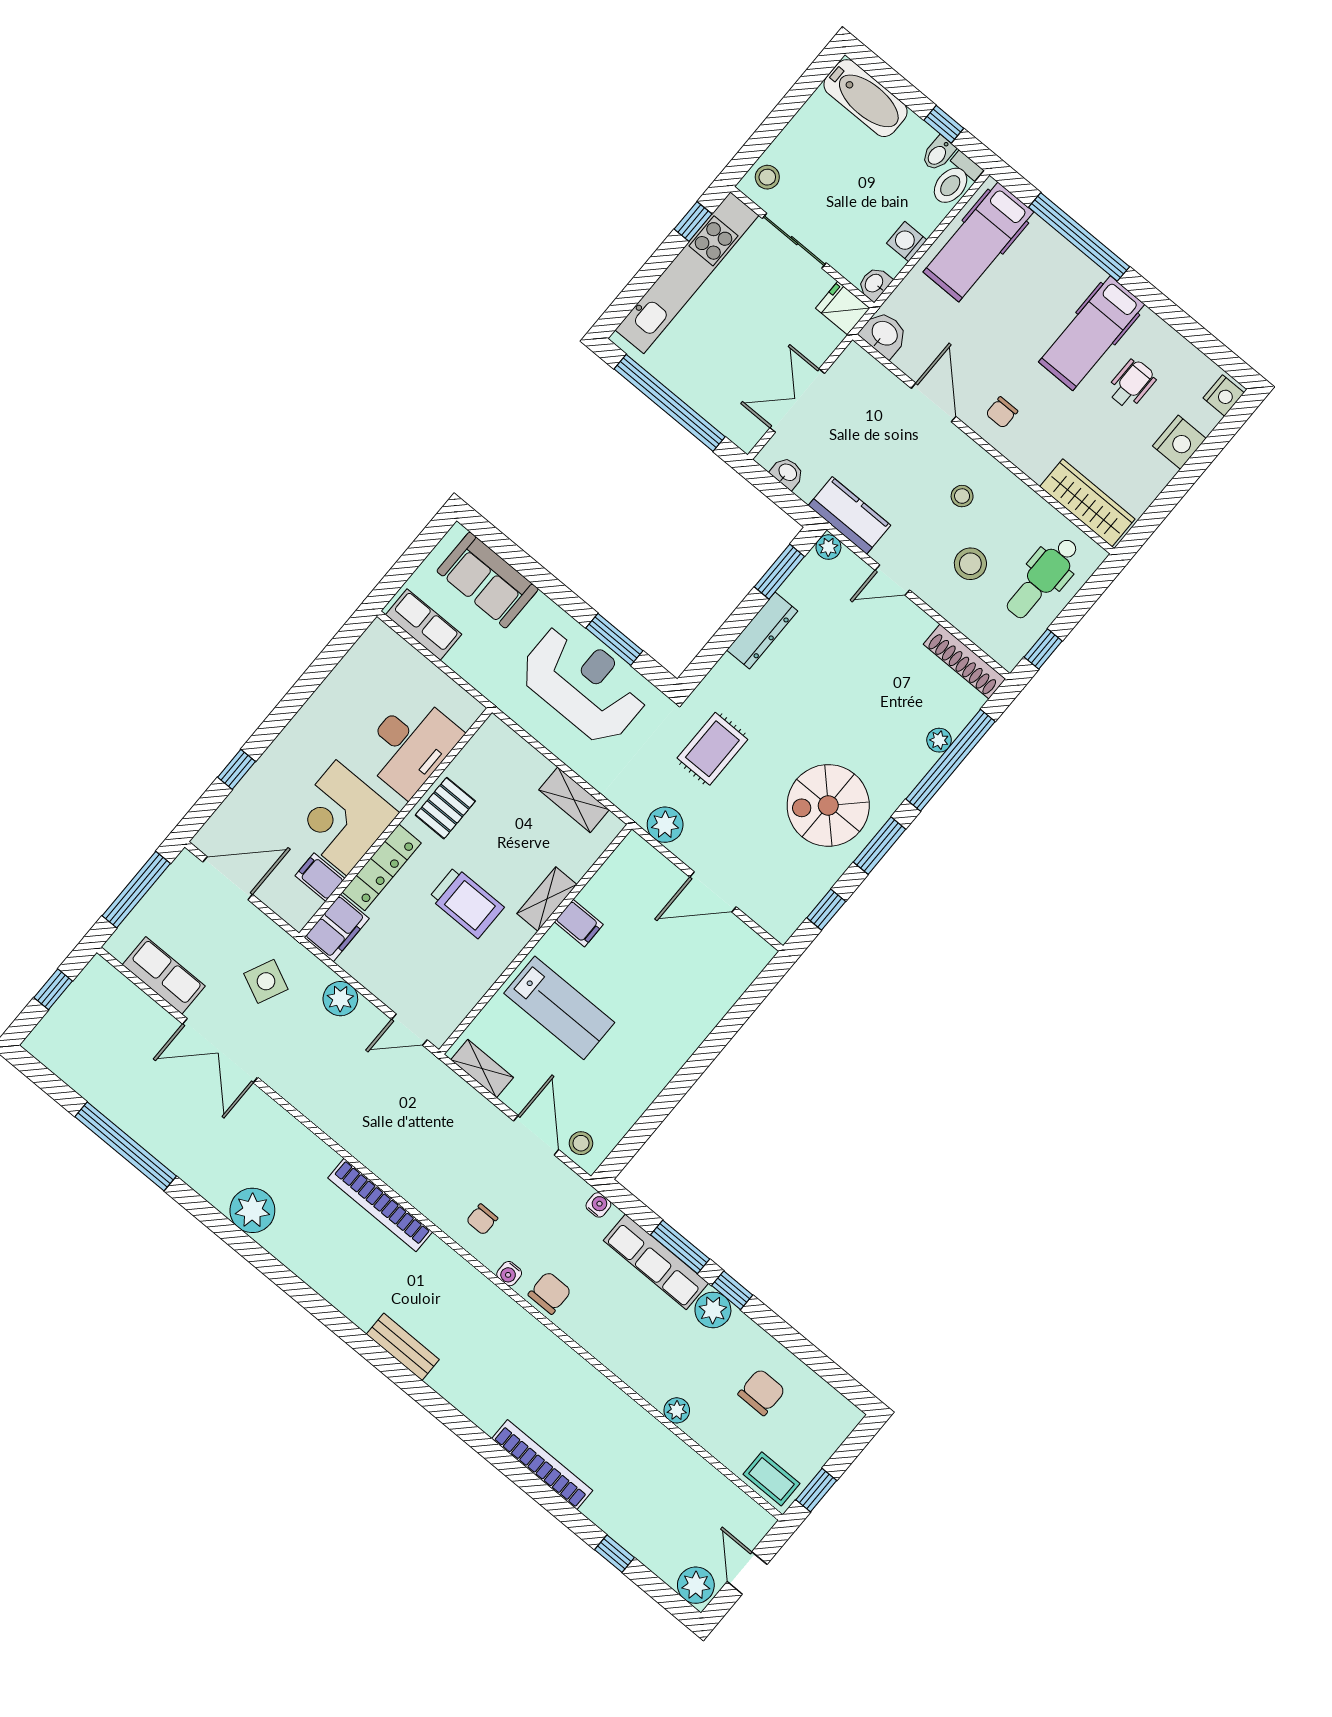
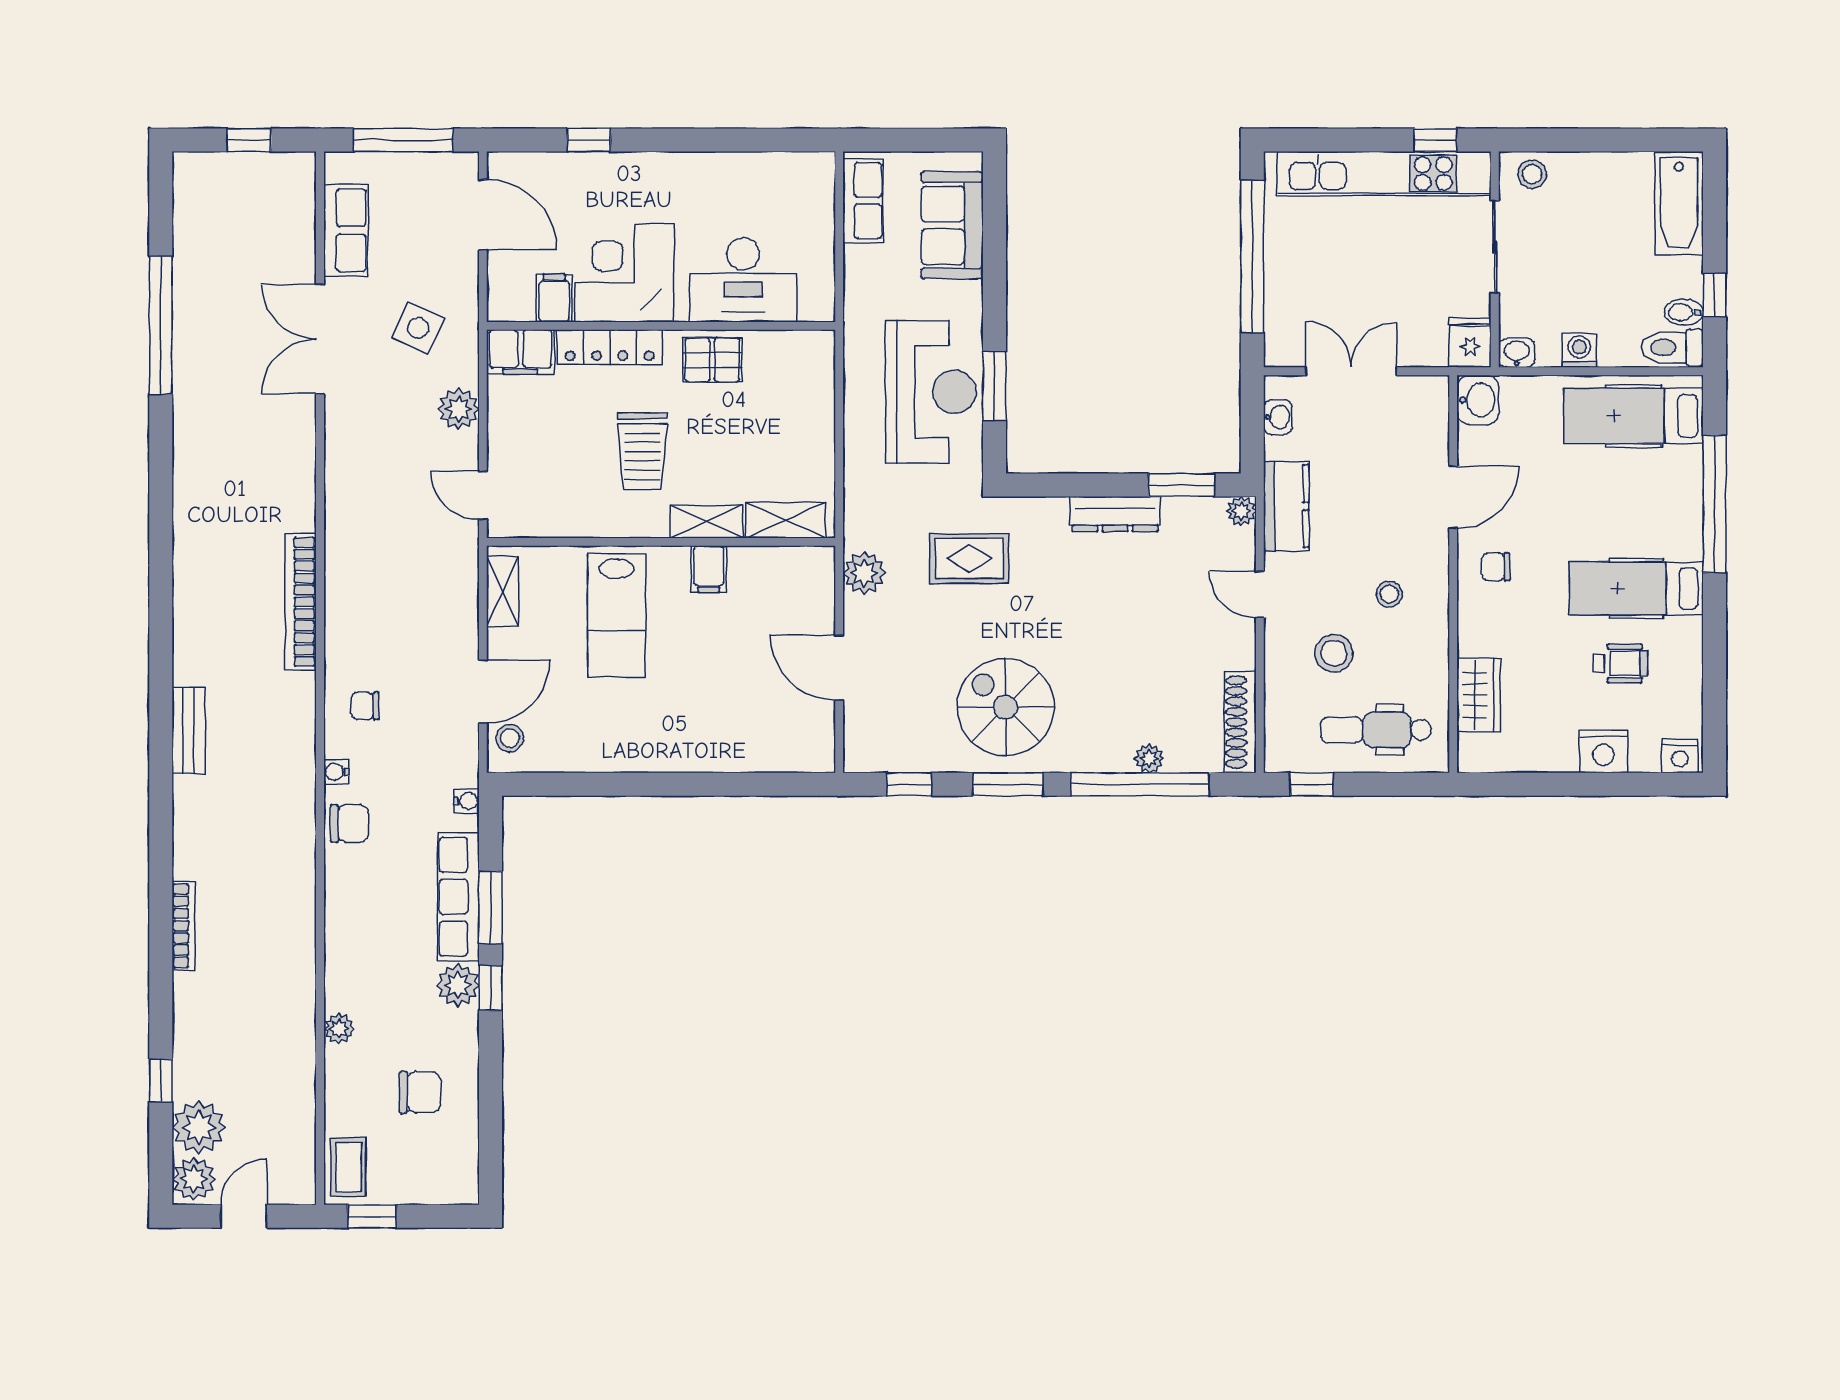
wardrobe: (1087, 503) -> (1478, 695), width x0.67
shelving: (574, 800) -> (786, 520), moved, turned 90
plant: (252, 1210) -> (199, 1127), moved
bookcase: (542, 1465) -> (184, 926), width x0.68, depth x0.76

